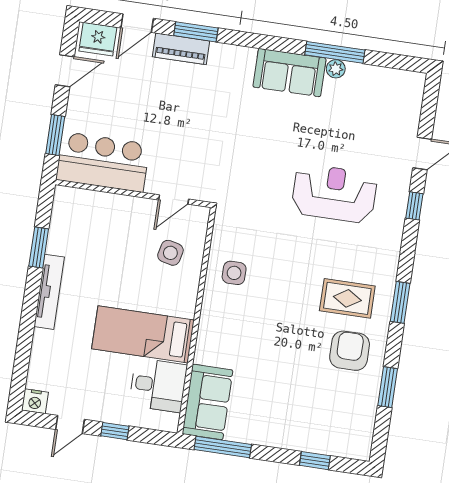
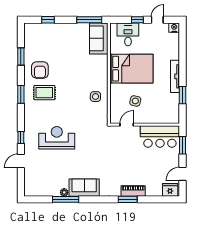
door: (137, 23) -> (154, 199), removed
reception desk: (334, 193) -> (57, 138), turned 180
side table: (170, 253) -> (135, 101), moved
bed: (143, 334) -> (131, 69), width x1.50
desk: (158, 385) -> (128, 34), moved, turned 90

